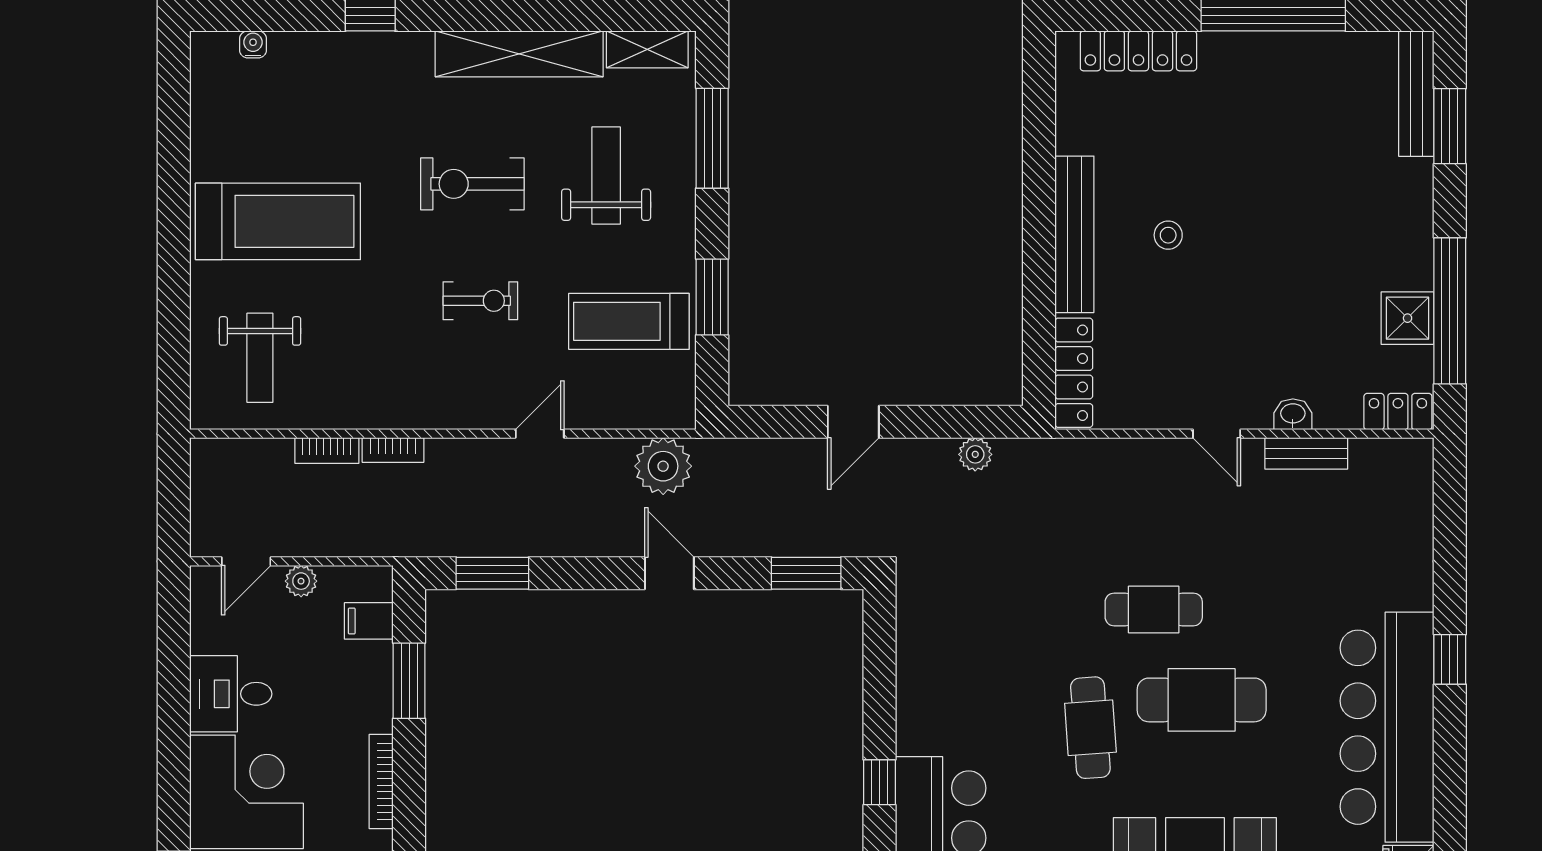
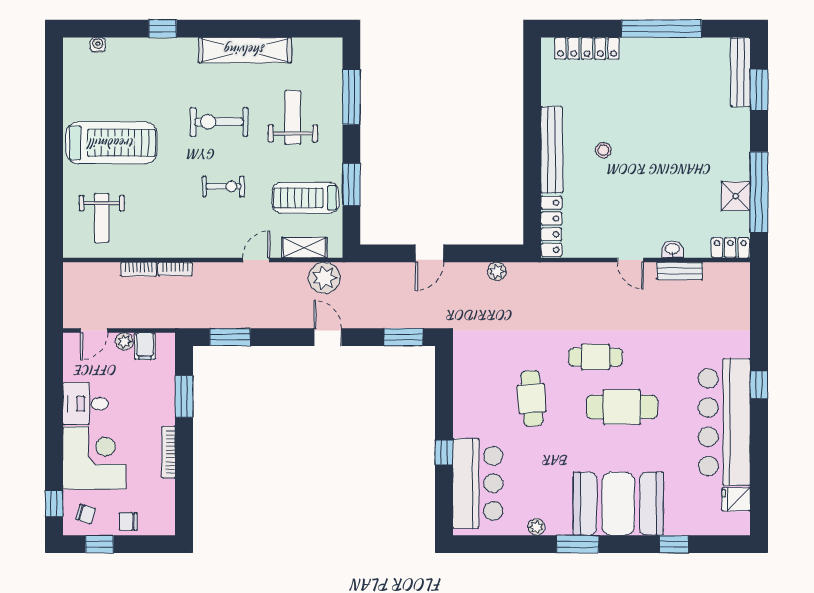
shelving: (647, 49) -> (304, 248), moved
filing cabinet: (369, 621) -> (145, 346), moved, turned -90
cafe table: (1090, 728) -> (532, 398), moved

